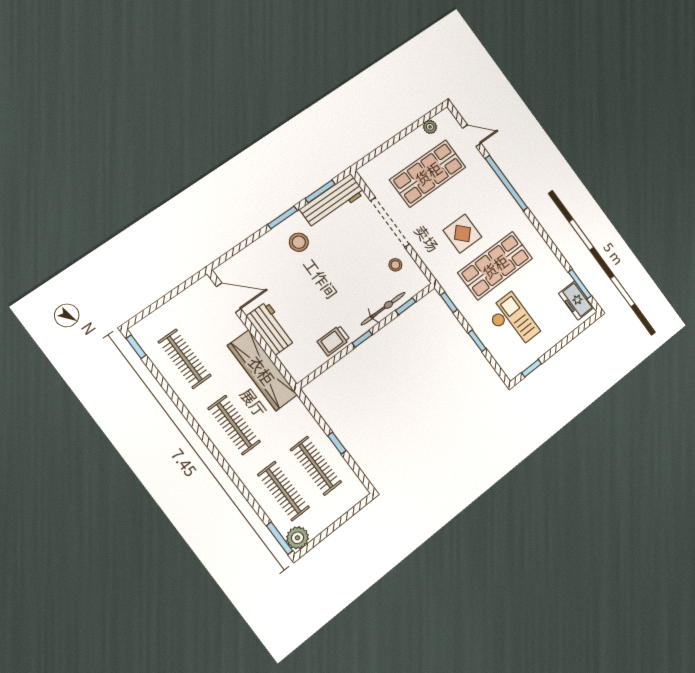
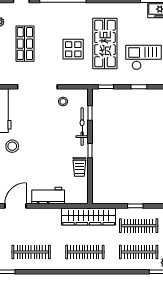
shop shelf: (428, 173) -> (25, 44), width x0.70, depth x0.74
wardrobe: (262, 370) -> (89, 216), moved

